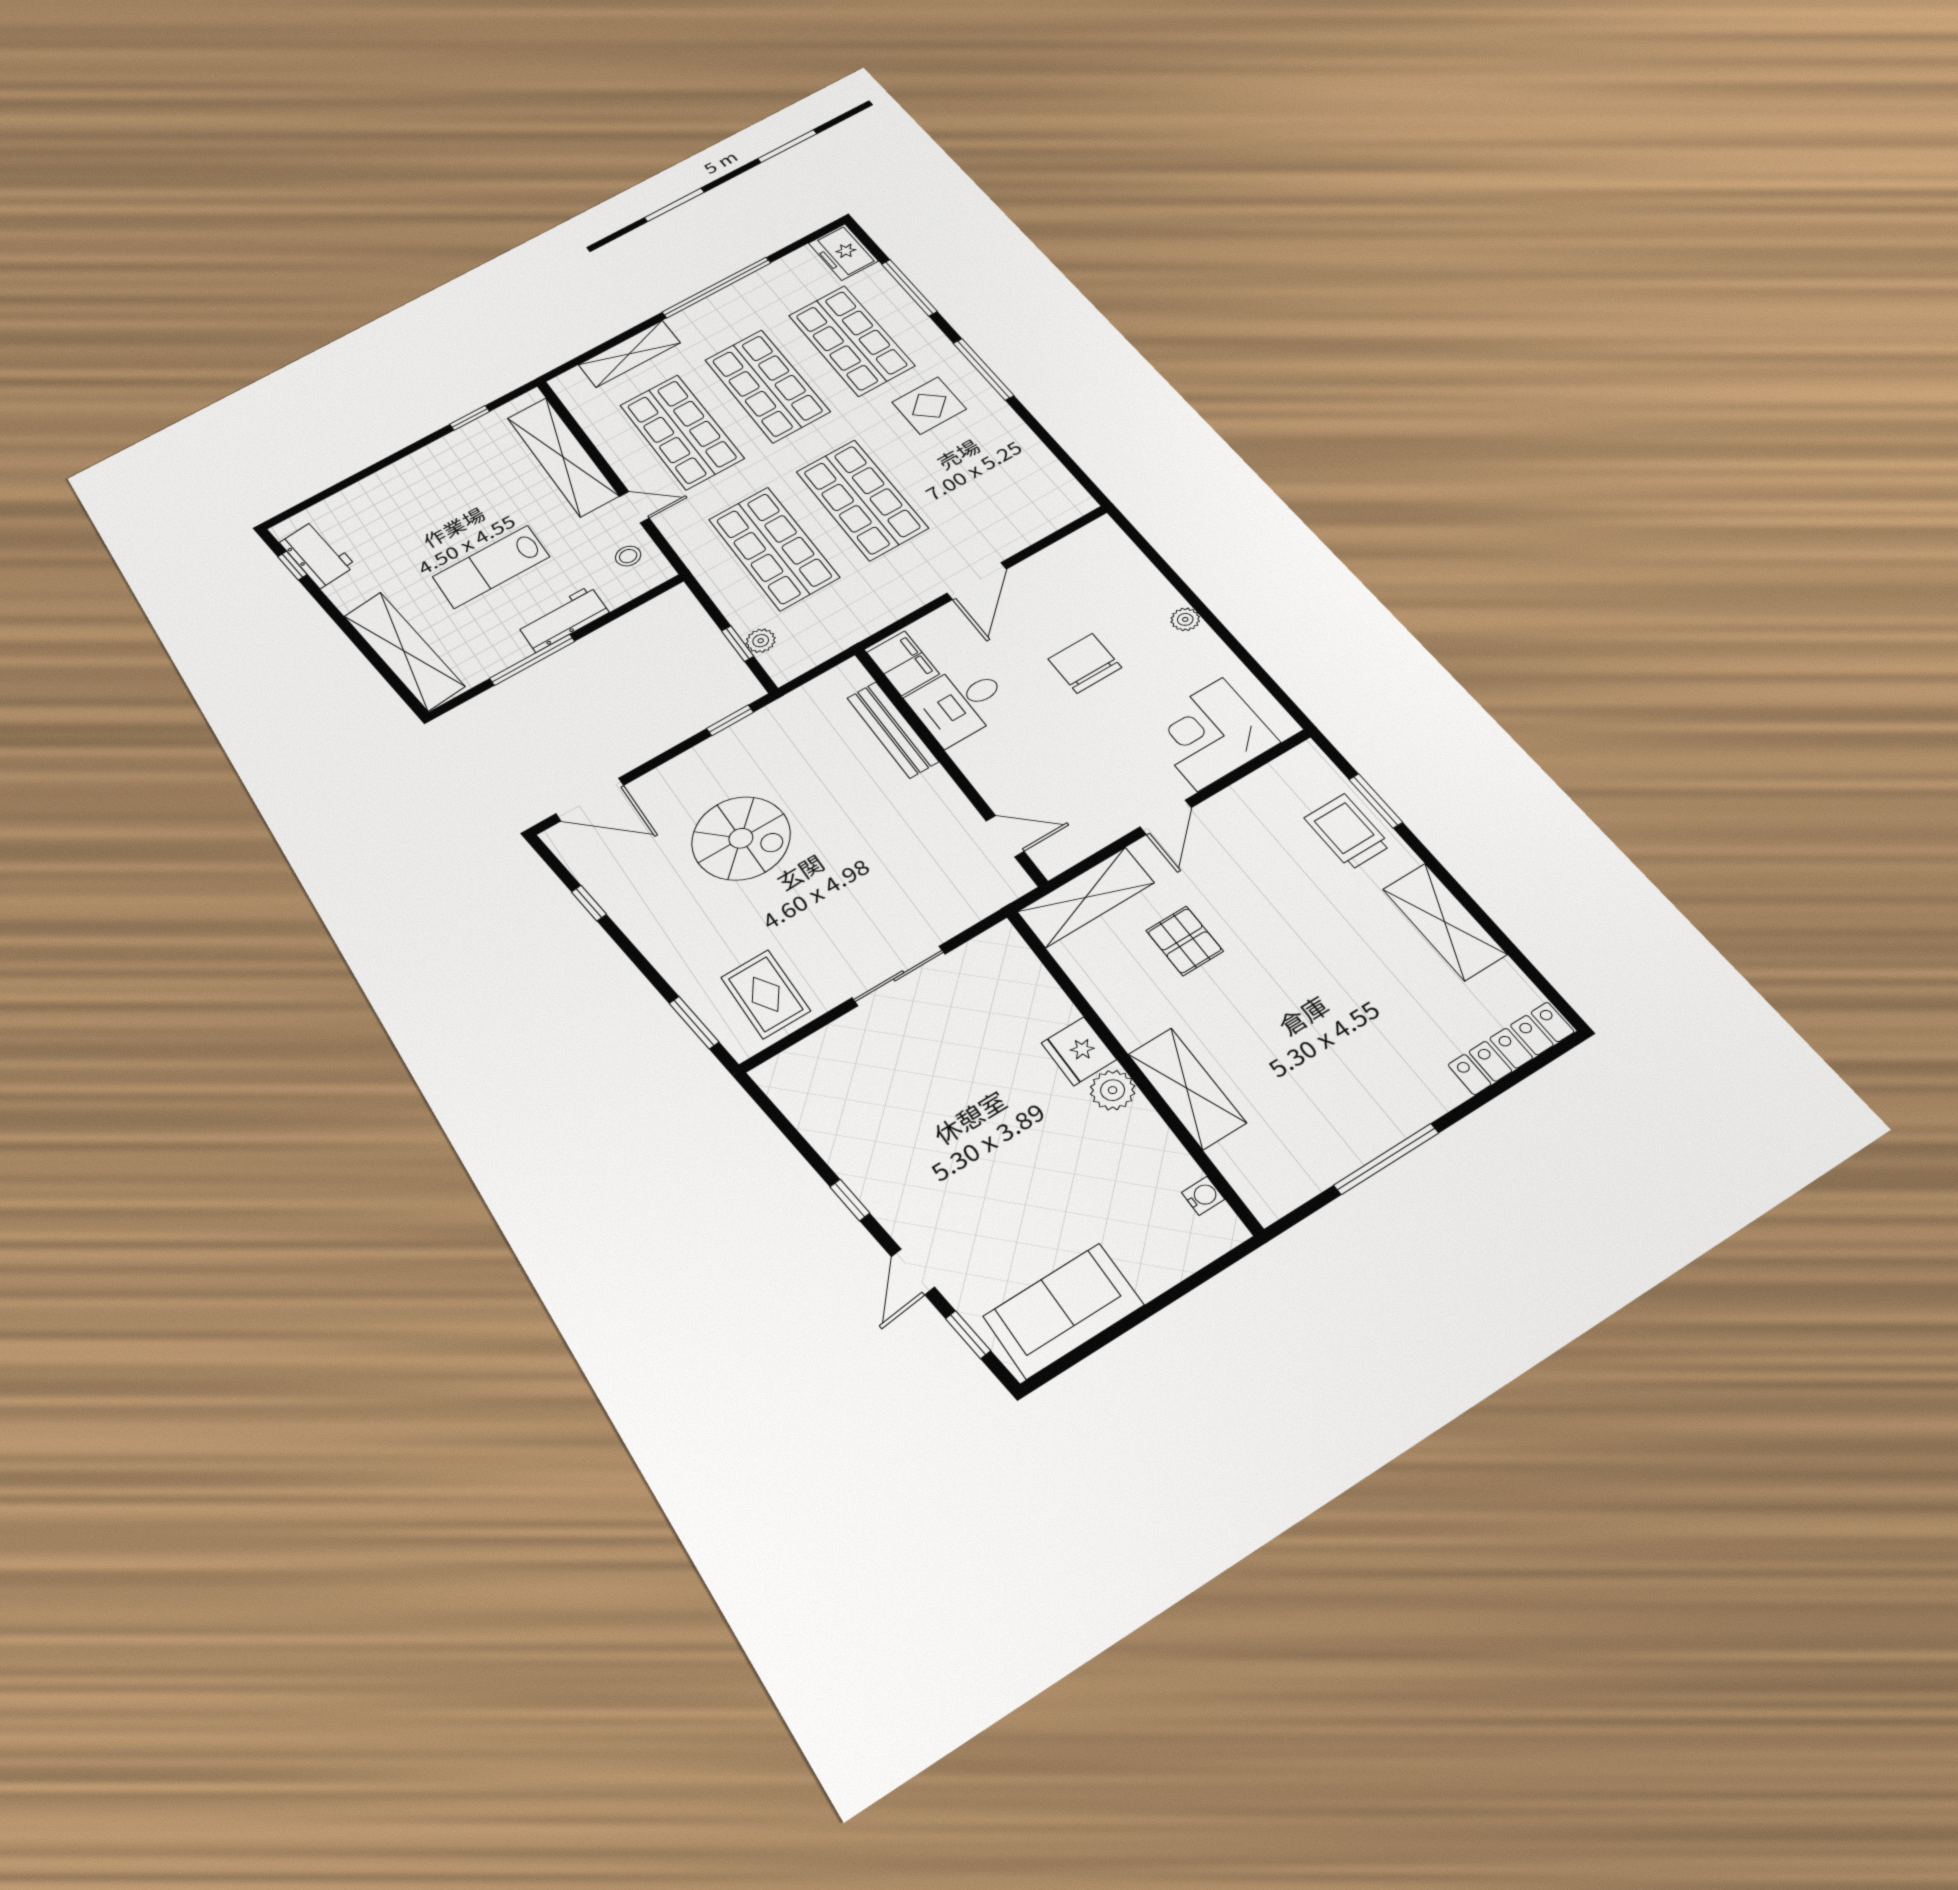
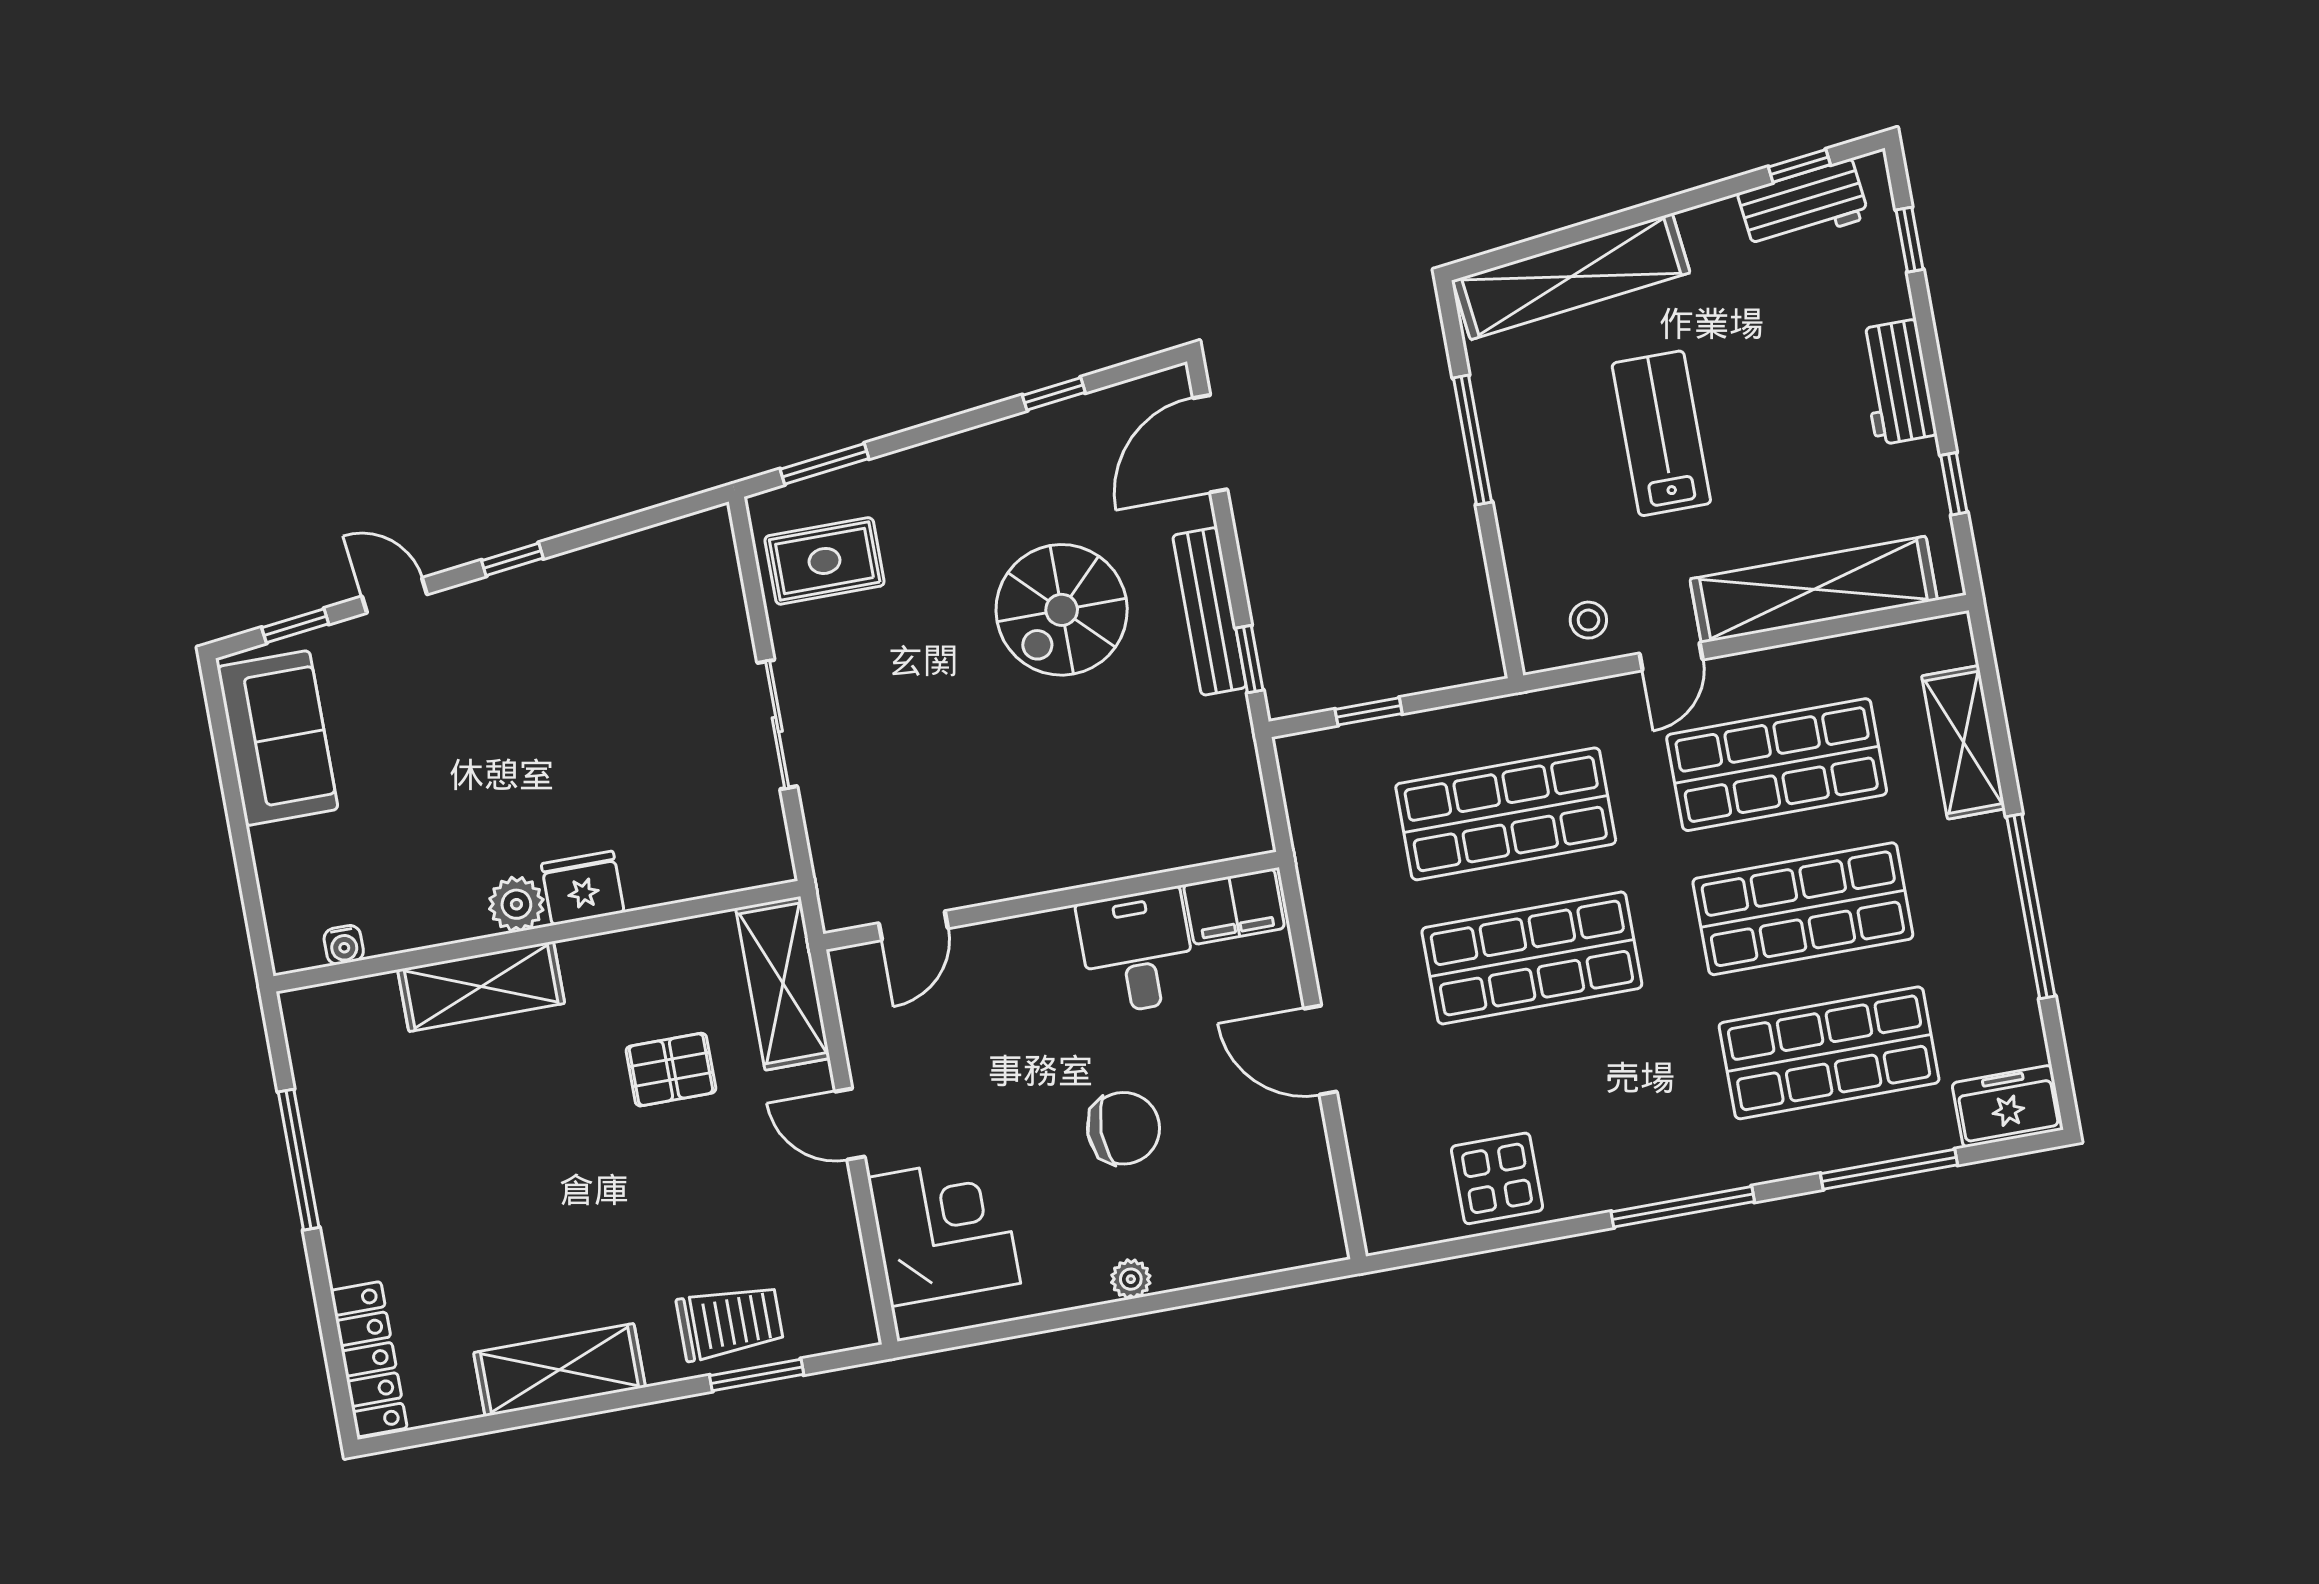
display table: (929, 406) -> (1497, 1178), moved
window: (322, 496) -> (1910, 240), added
workbench: (563, 619) -> (1897, 382), moved, turned 180
plant: (761, 641) -> (1359, 742), removed
bench: (893, 730) -> (1209, 611), moved, turned 90

